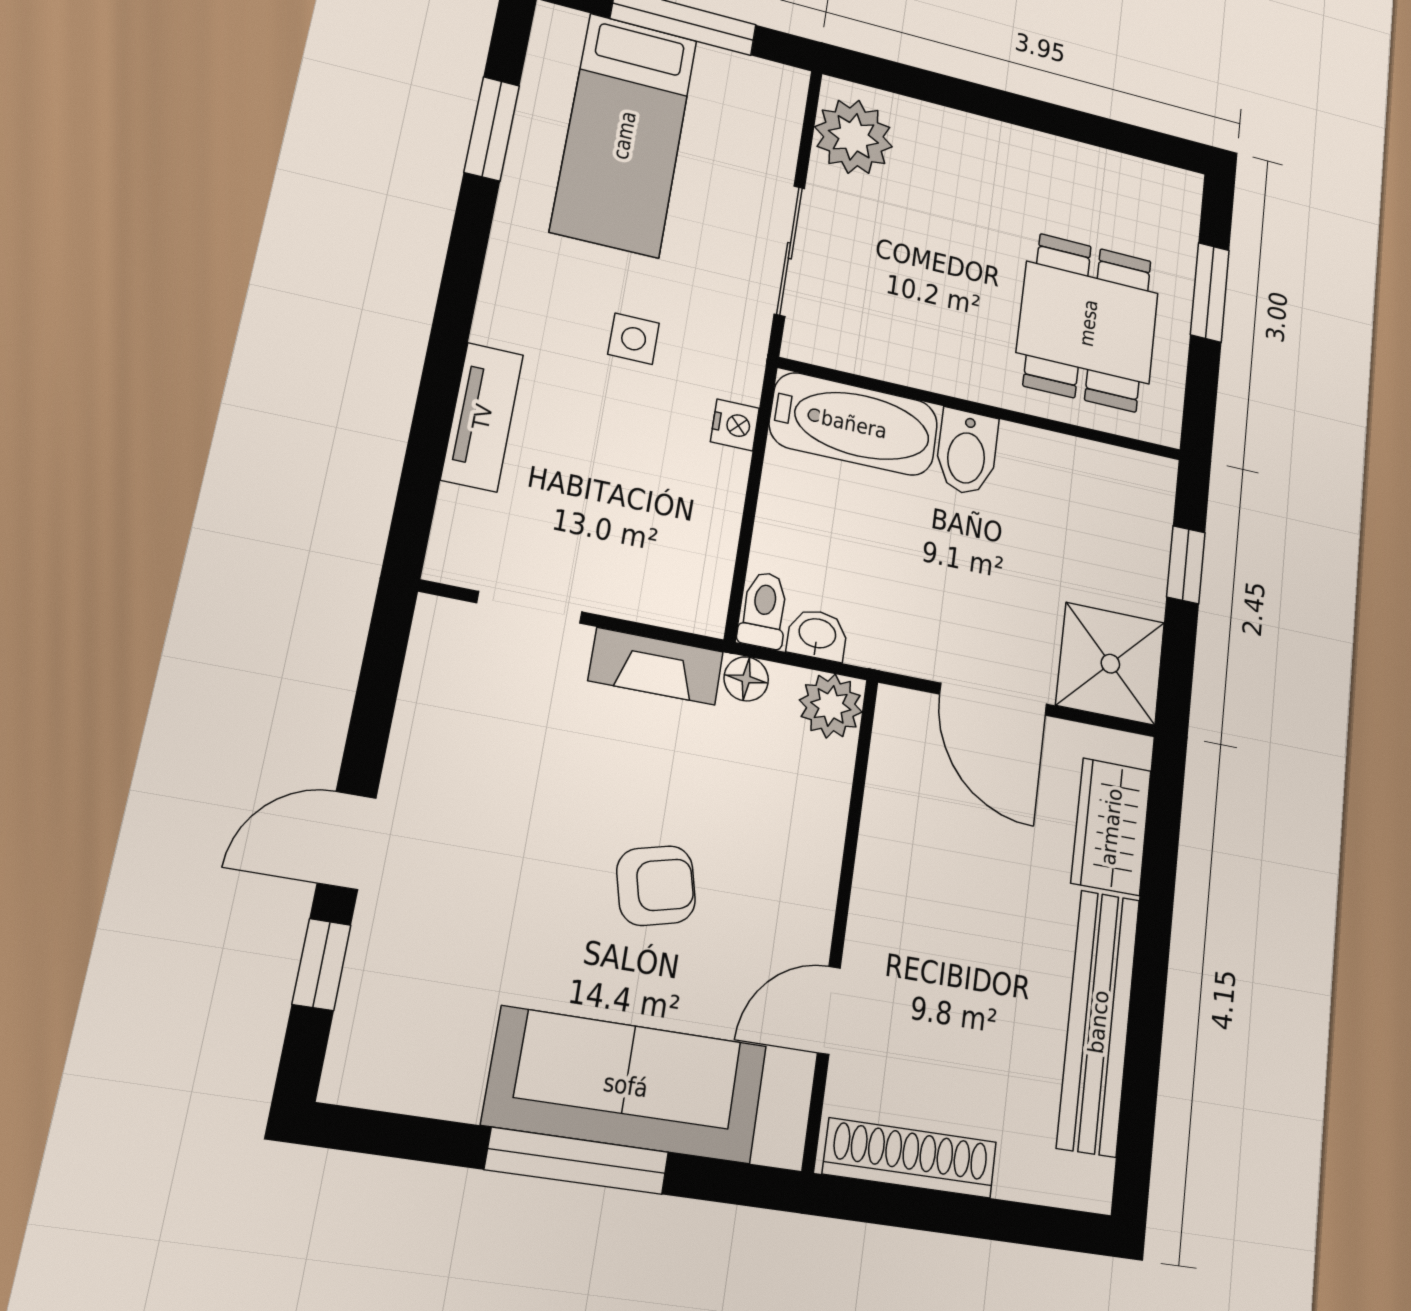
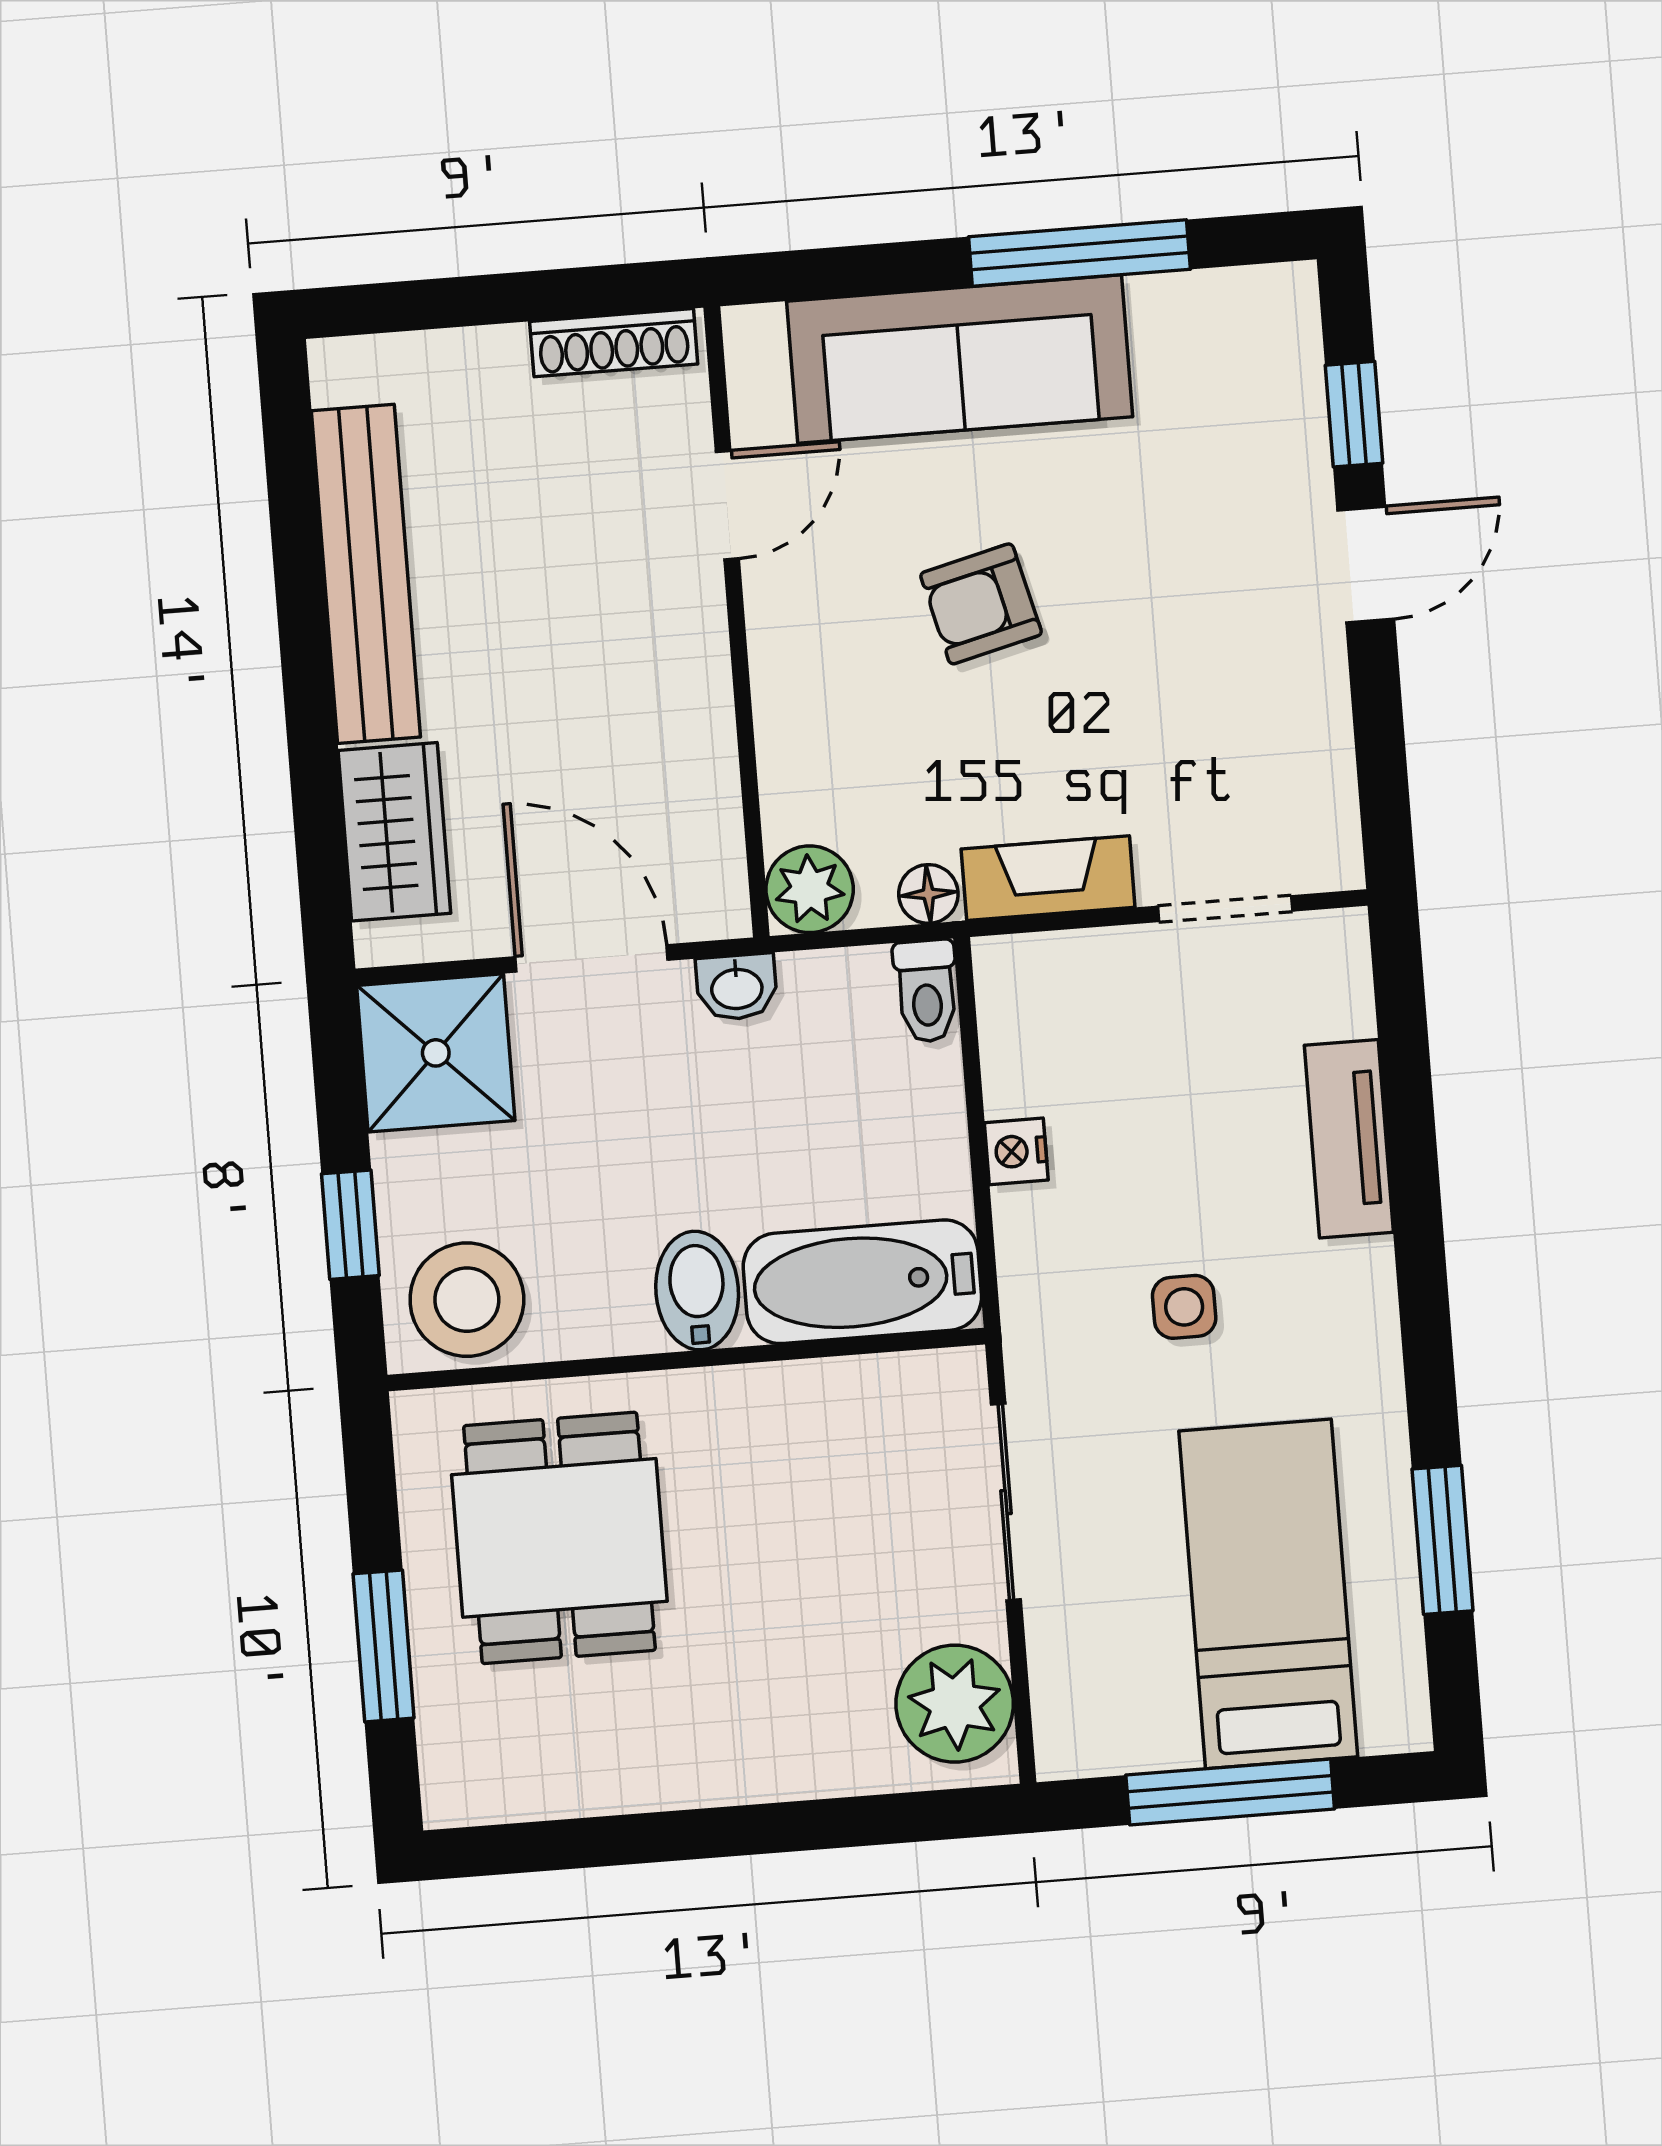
nightstand: (735, 425) -> (1016, 1151), moved
stool: (1119, 493) -> (467, 1300), added
washbasin: (817, 635) -> (737, 987), moved
shoe rack: (910, 1158) -> (614, 343), width x0.74, depth x0.81
window: (577, 1161) -> (1079, 253), moved

